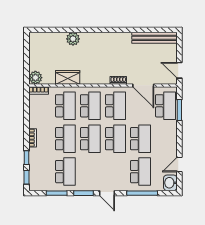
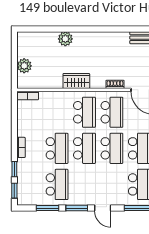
wardrobe: (68, 77) -> (76, 81), moved
plant: (35, 78) -> (24, 66), moved
school desk: (65, 106) -> (57, 112), removed

